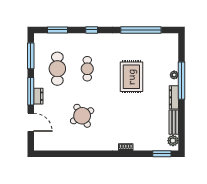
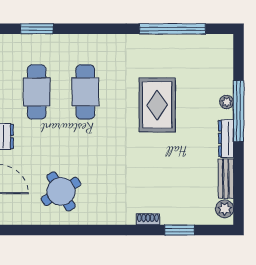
window: (92, 30) -> (92, 29), removed
cafe table: (87, 69) -> (85, 92), width x1.37, depth x1.35
round table: (82, 116) -> (61, 191), moved
window: (162, 154) -> (180, 230), moved

